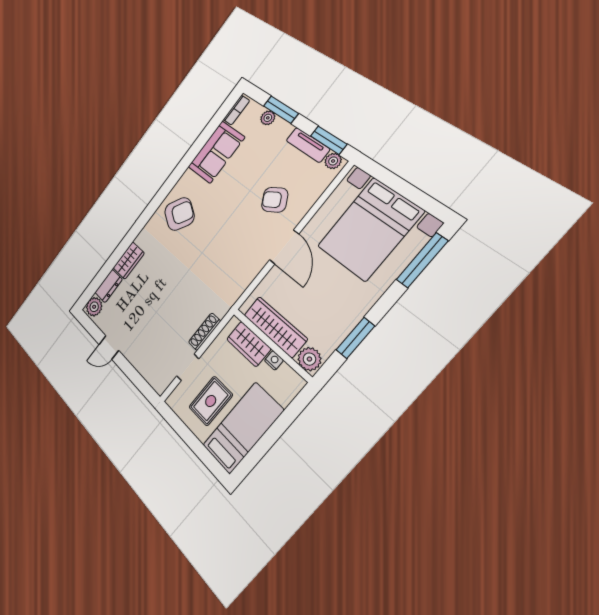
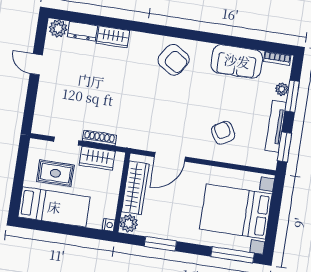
tv unit: (308, 145) -> (276, 126), width x1.41
plant: (333, 161) -> (271, 159), removed
door: (284, 247) -> (170, 157), moved
wardrobe: (249, 344) -> (97, 158), moved, turned -90
nightstand: (274, 360) -> (109, 225), moved

